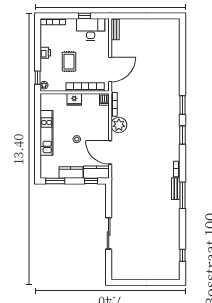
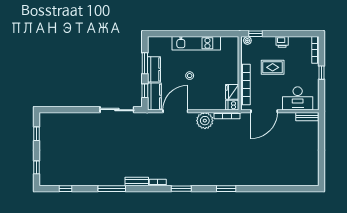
window: (85, 16) -> (322, 73), moved
desk: (91, 29) -> (298, 98), moved, turned 90
door: (110, 70) -> (264, 111), hinge flipped
fridge: (74, 99) -> (232, 92), moved
window: (182, 135) -> (181, 189), moved
window: (55, 181) -> (145, 63), moved
window: (182, 195) -> (112, 189), moved
sliding door: (109, 233) -> (117, 110), moved
window: (131, 282) -> (37, 134), added
window: (163, 282) -> (37, 167), added

